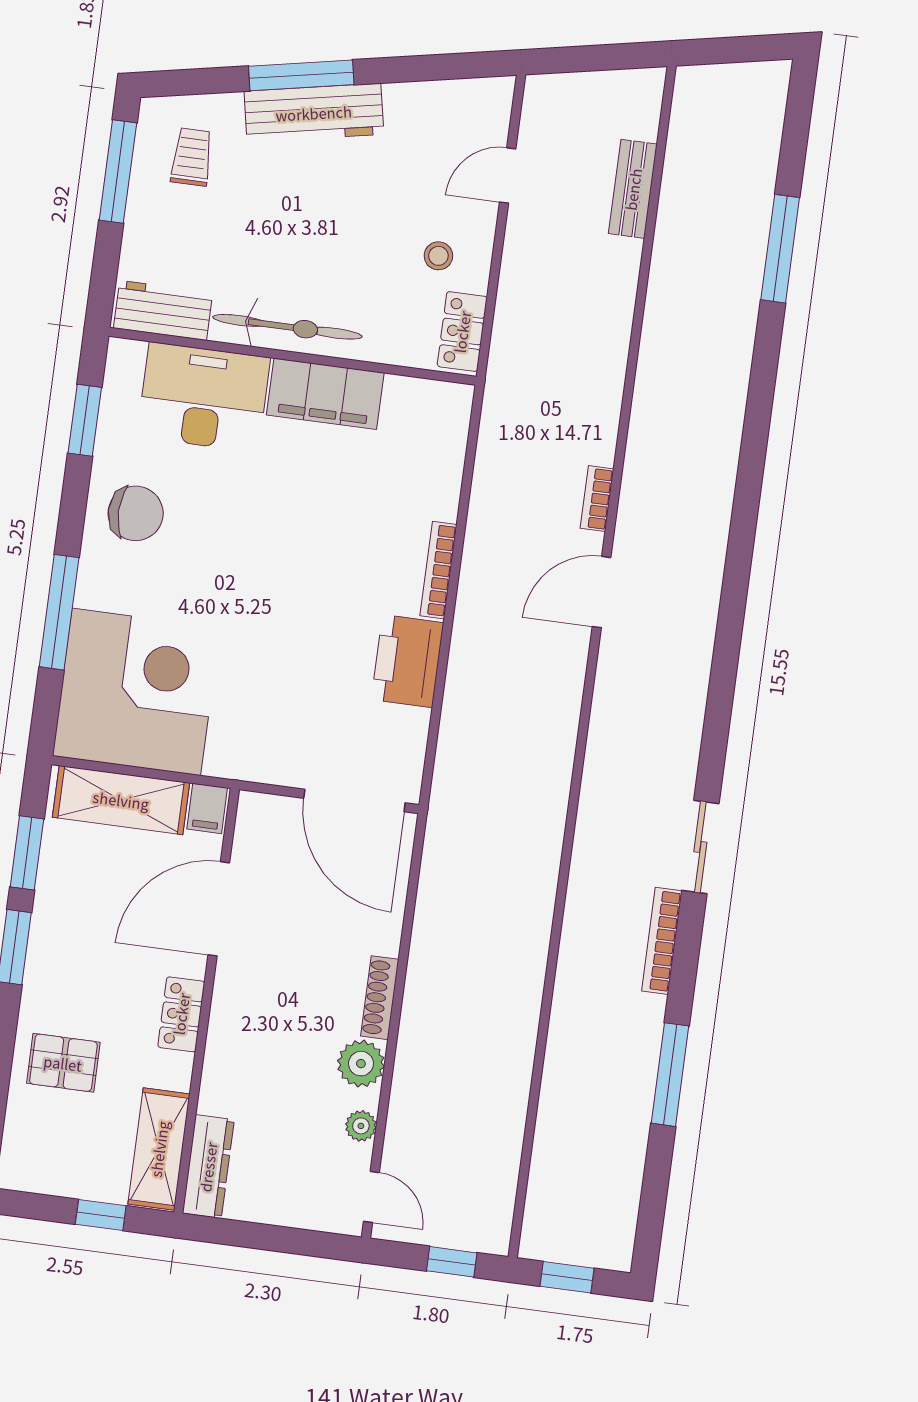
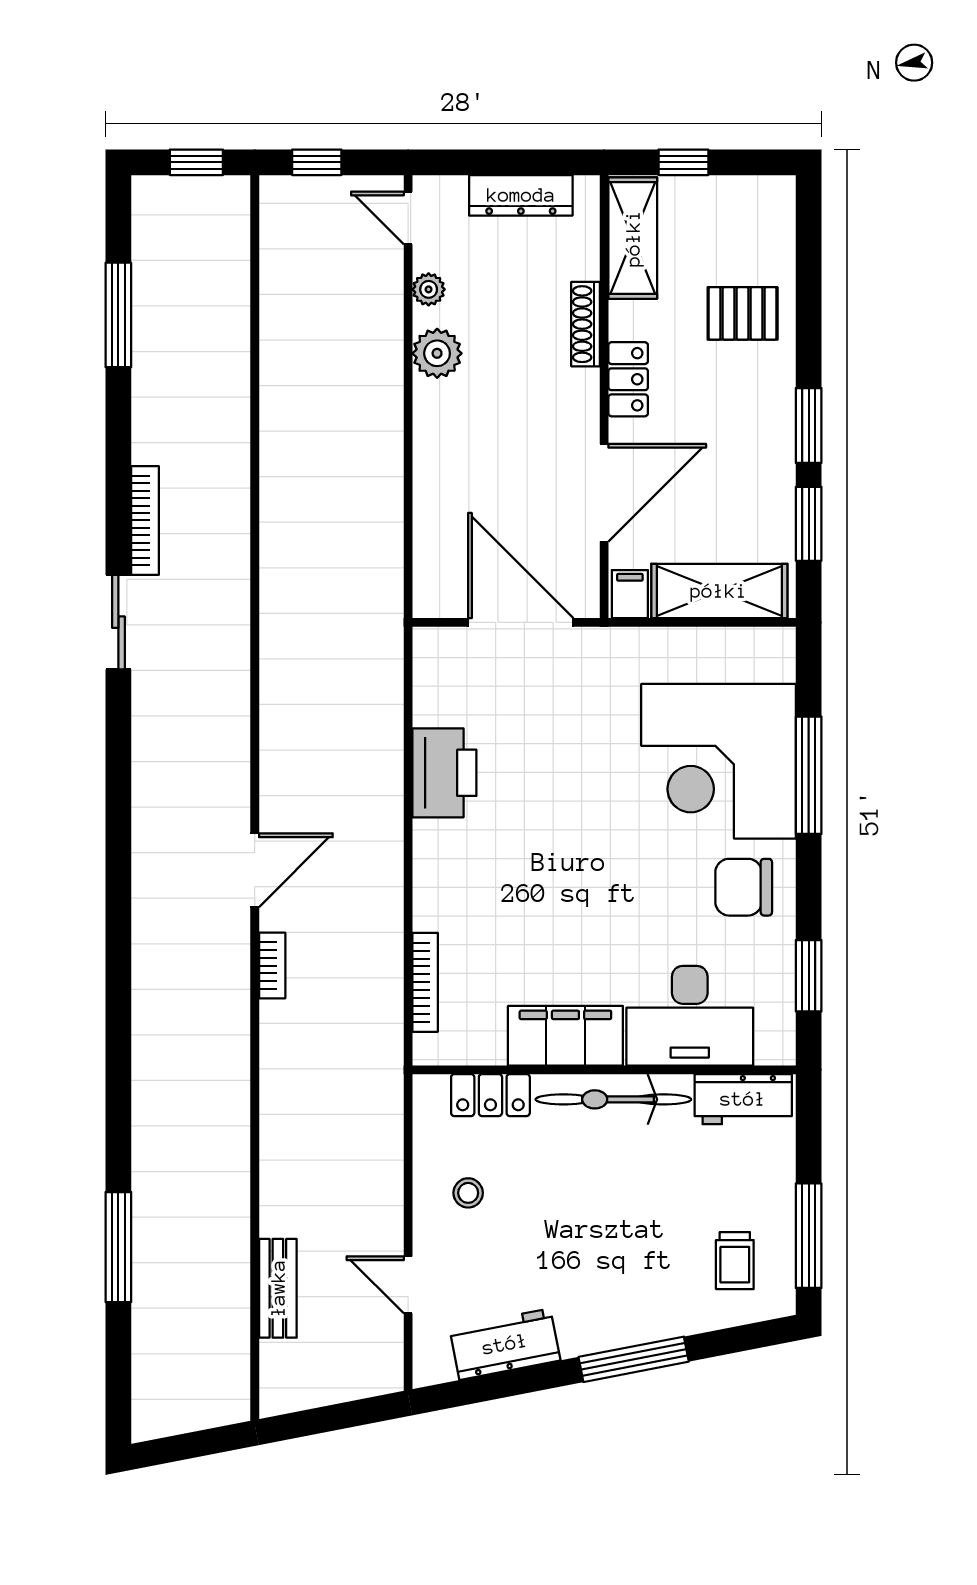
workbench: (314, 113) -> (505, 1344), moved, width x0.73
door: (508, 175) -> (408, 1285), swing flipped
locker: (462, 332) -> (490, 1095), moved, turned 90
bookcase: (438, 570) -> (425, 982), moved
corner desk: (136, 692) -> (719, 761), moved
door: (354, 800) -> (521, 622), moved
shoe rack: (380, 998) -> (586, 324), moved, turned 180
window: (670, 1075) -> (118, 315), moved
dresser: (208, 1167) -> (521, 195), moved, turned -90

